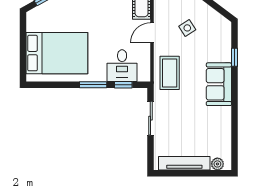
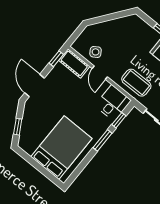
side table: (187, 28) -> (96, 52), moved
desk: (122, 66) -> (113, 103), moved, turned -90

